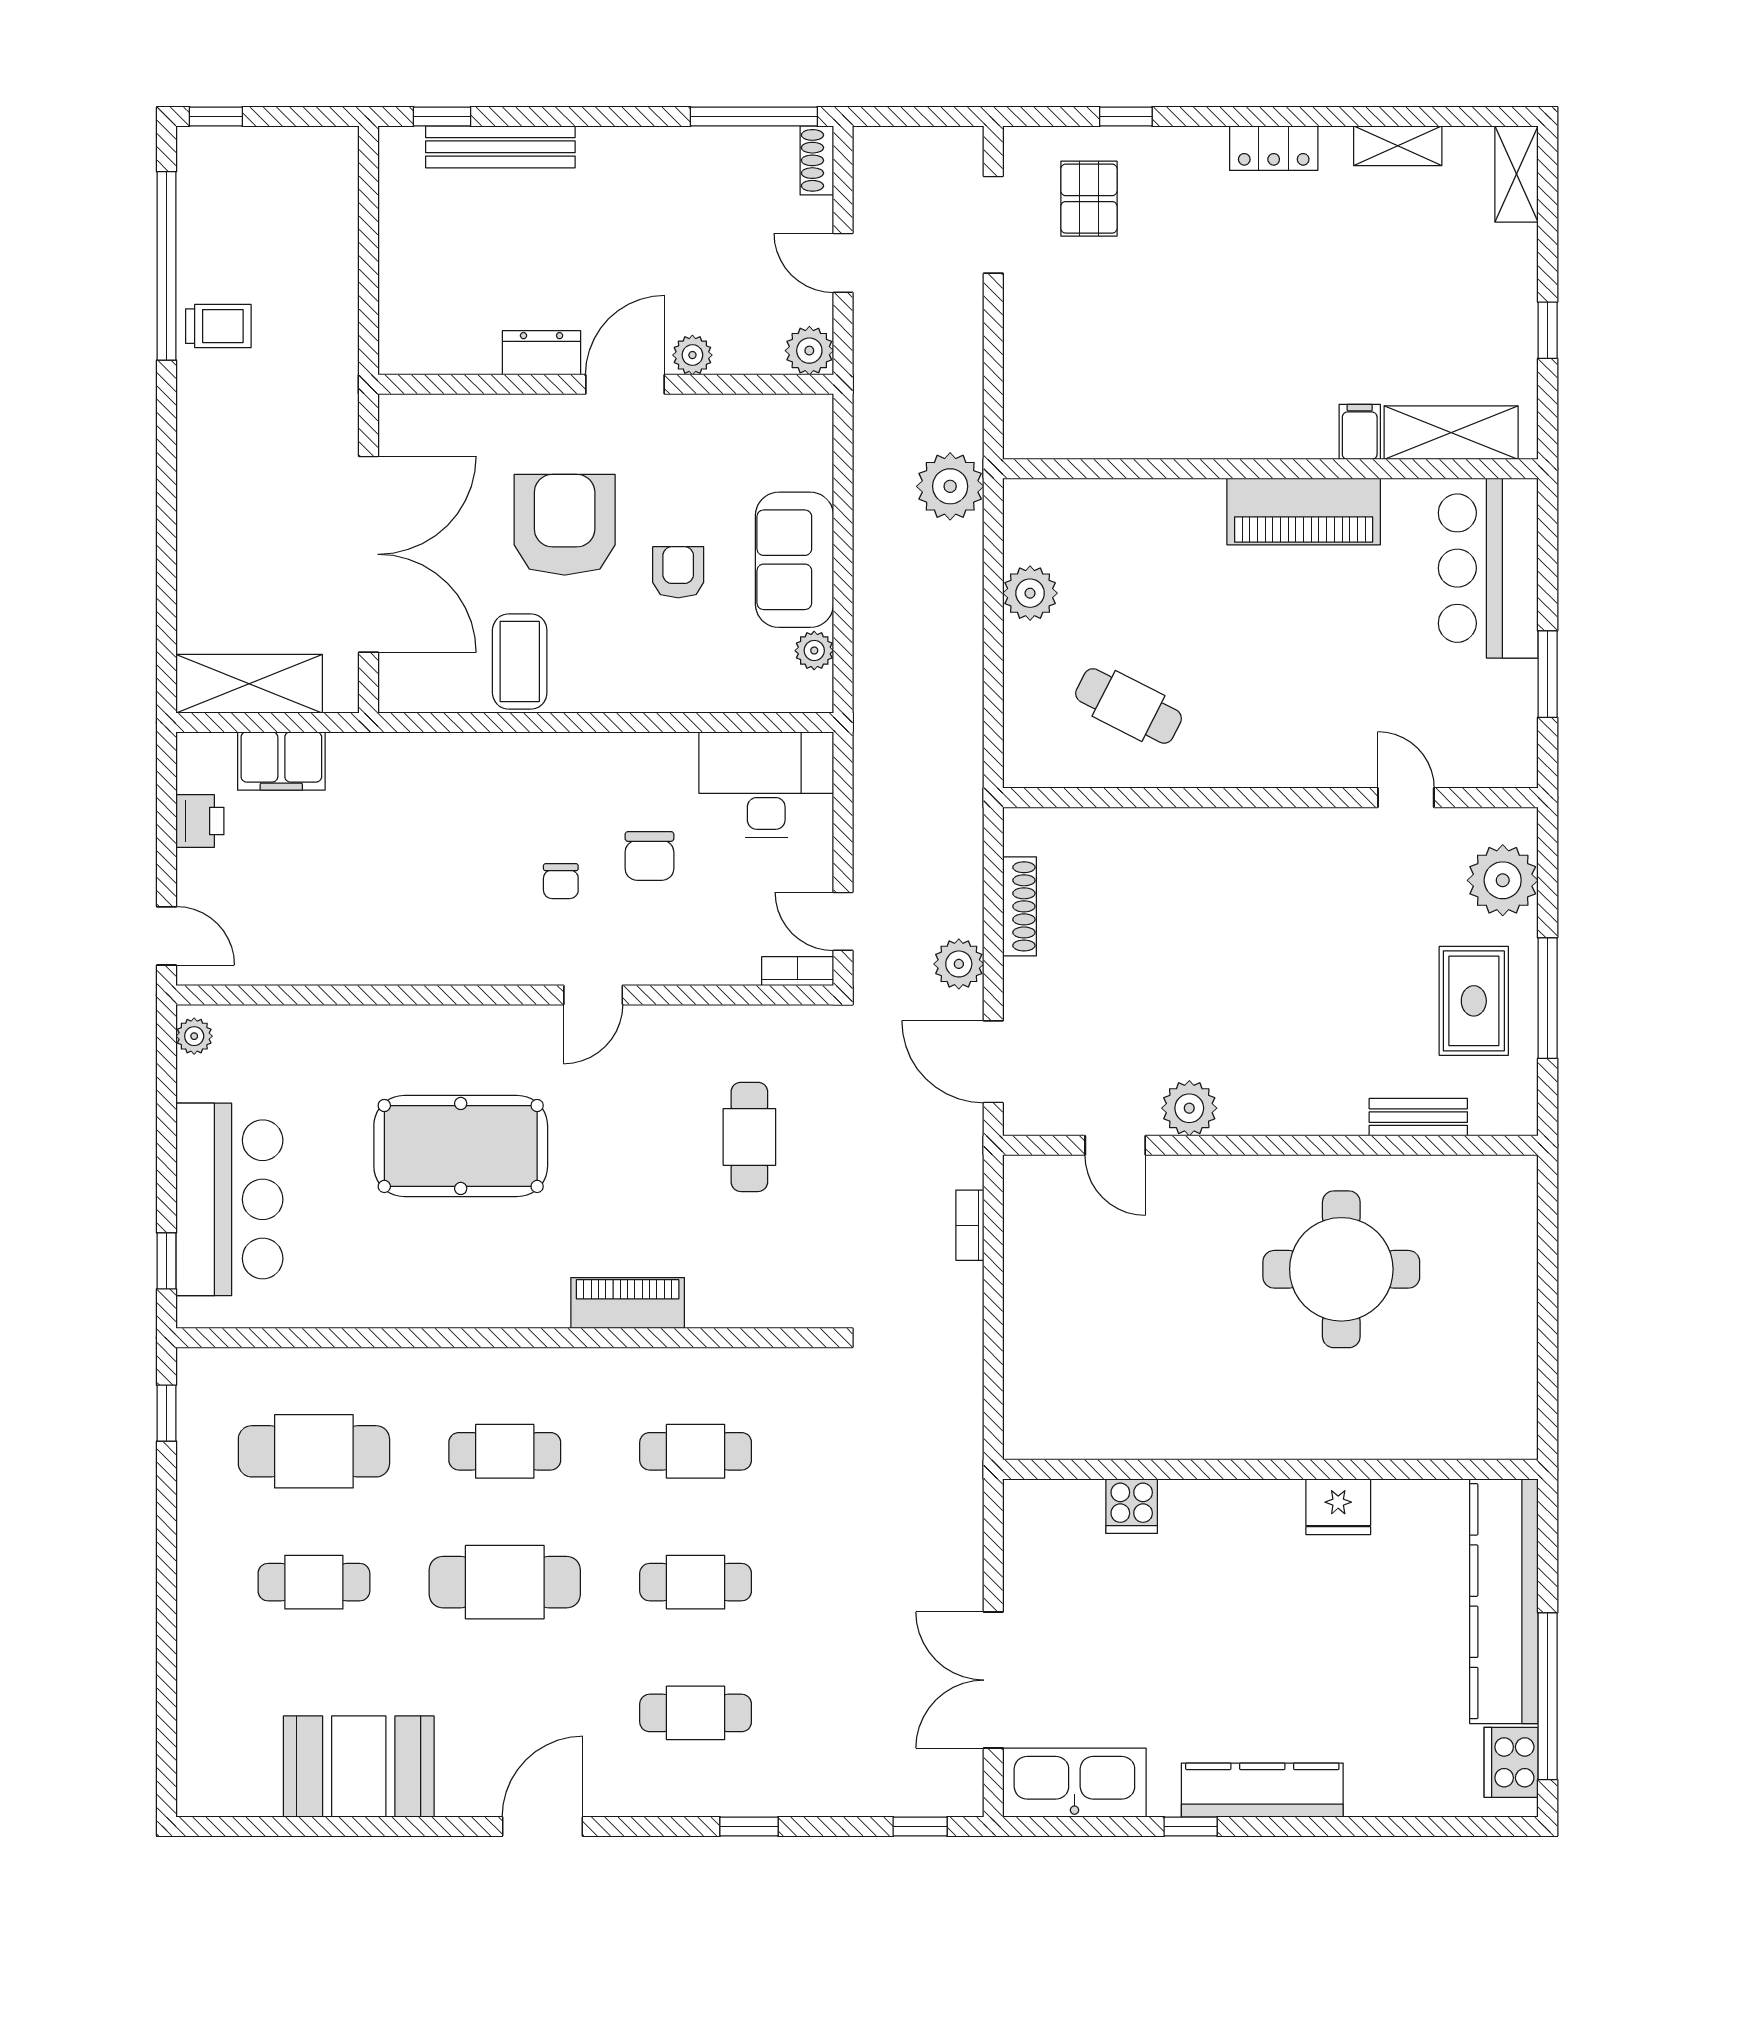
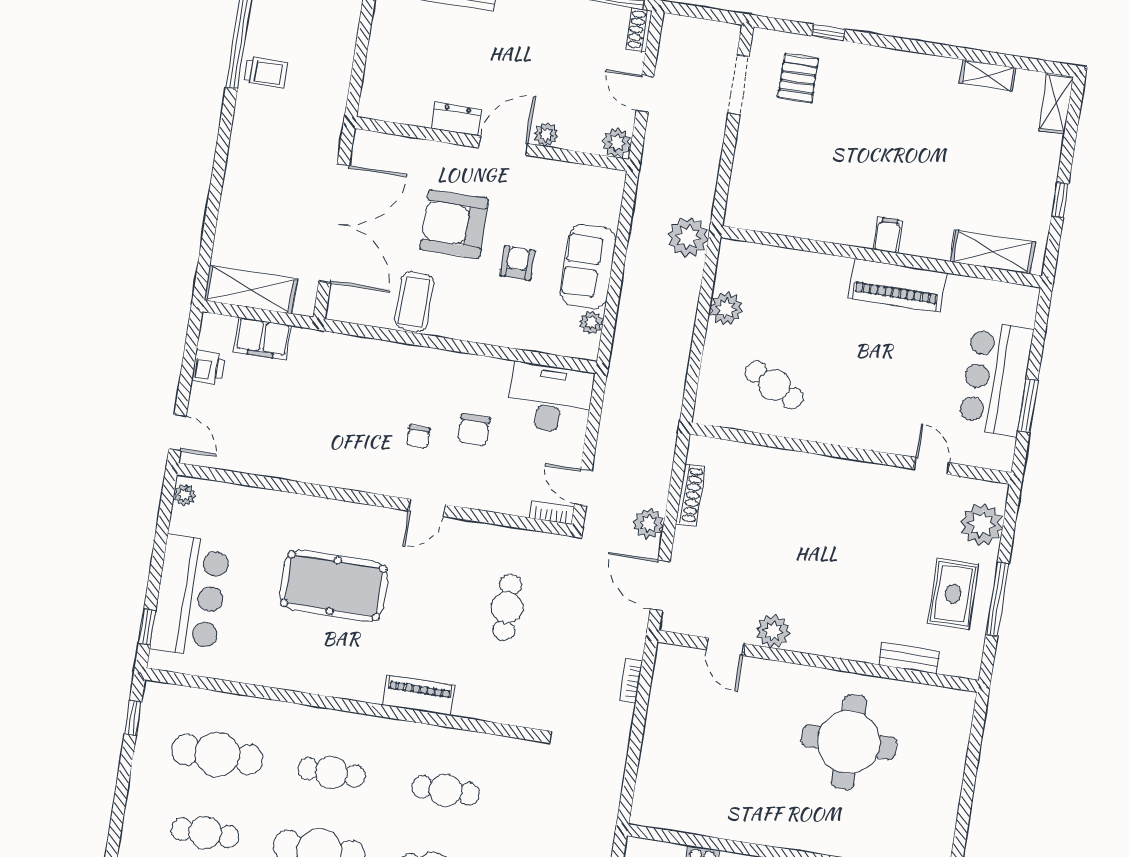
locker: (1274, 148) -> (913, 65), removed
filing cabinet: (1360, 432) -> (888, 235), moved
armchair: (565, 525) -> (454, 224), turned -90
bar counter: (1488, 568) -> (996, 379), moved

